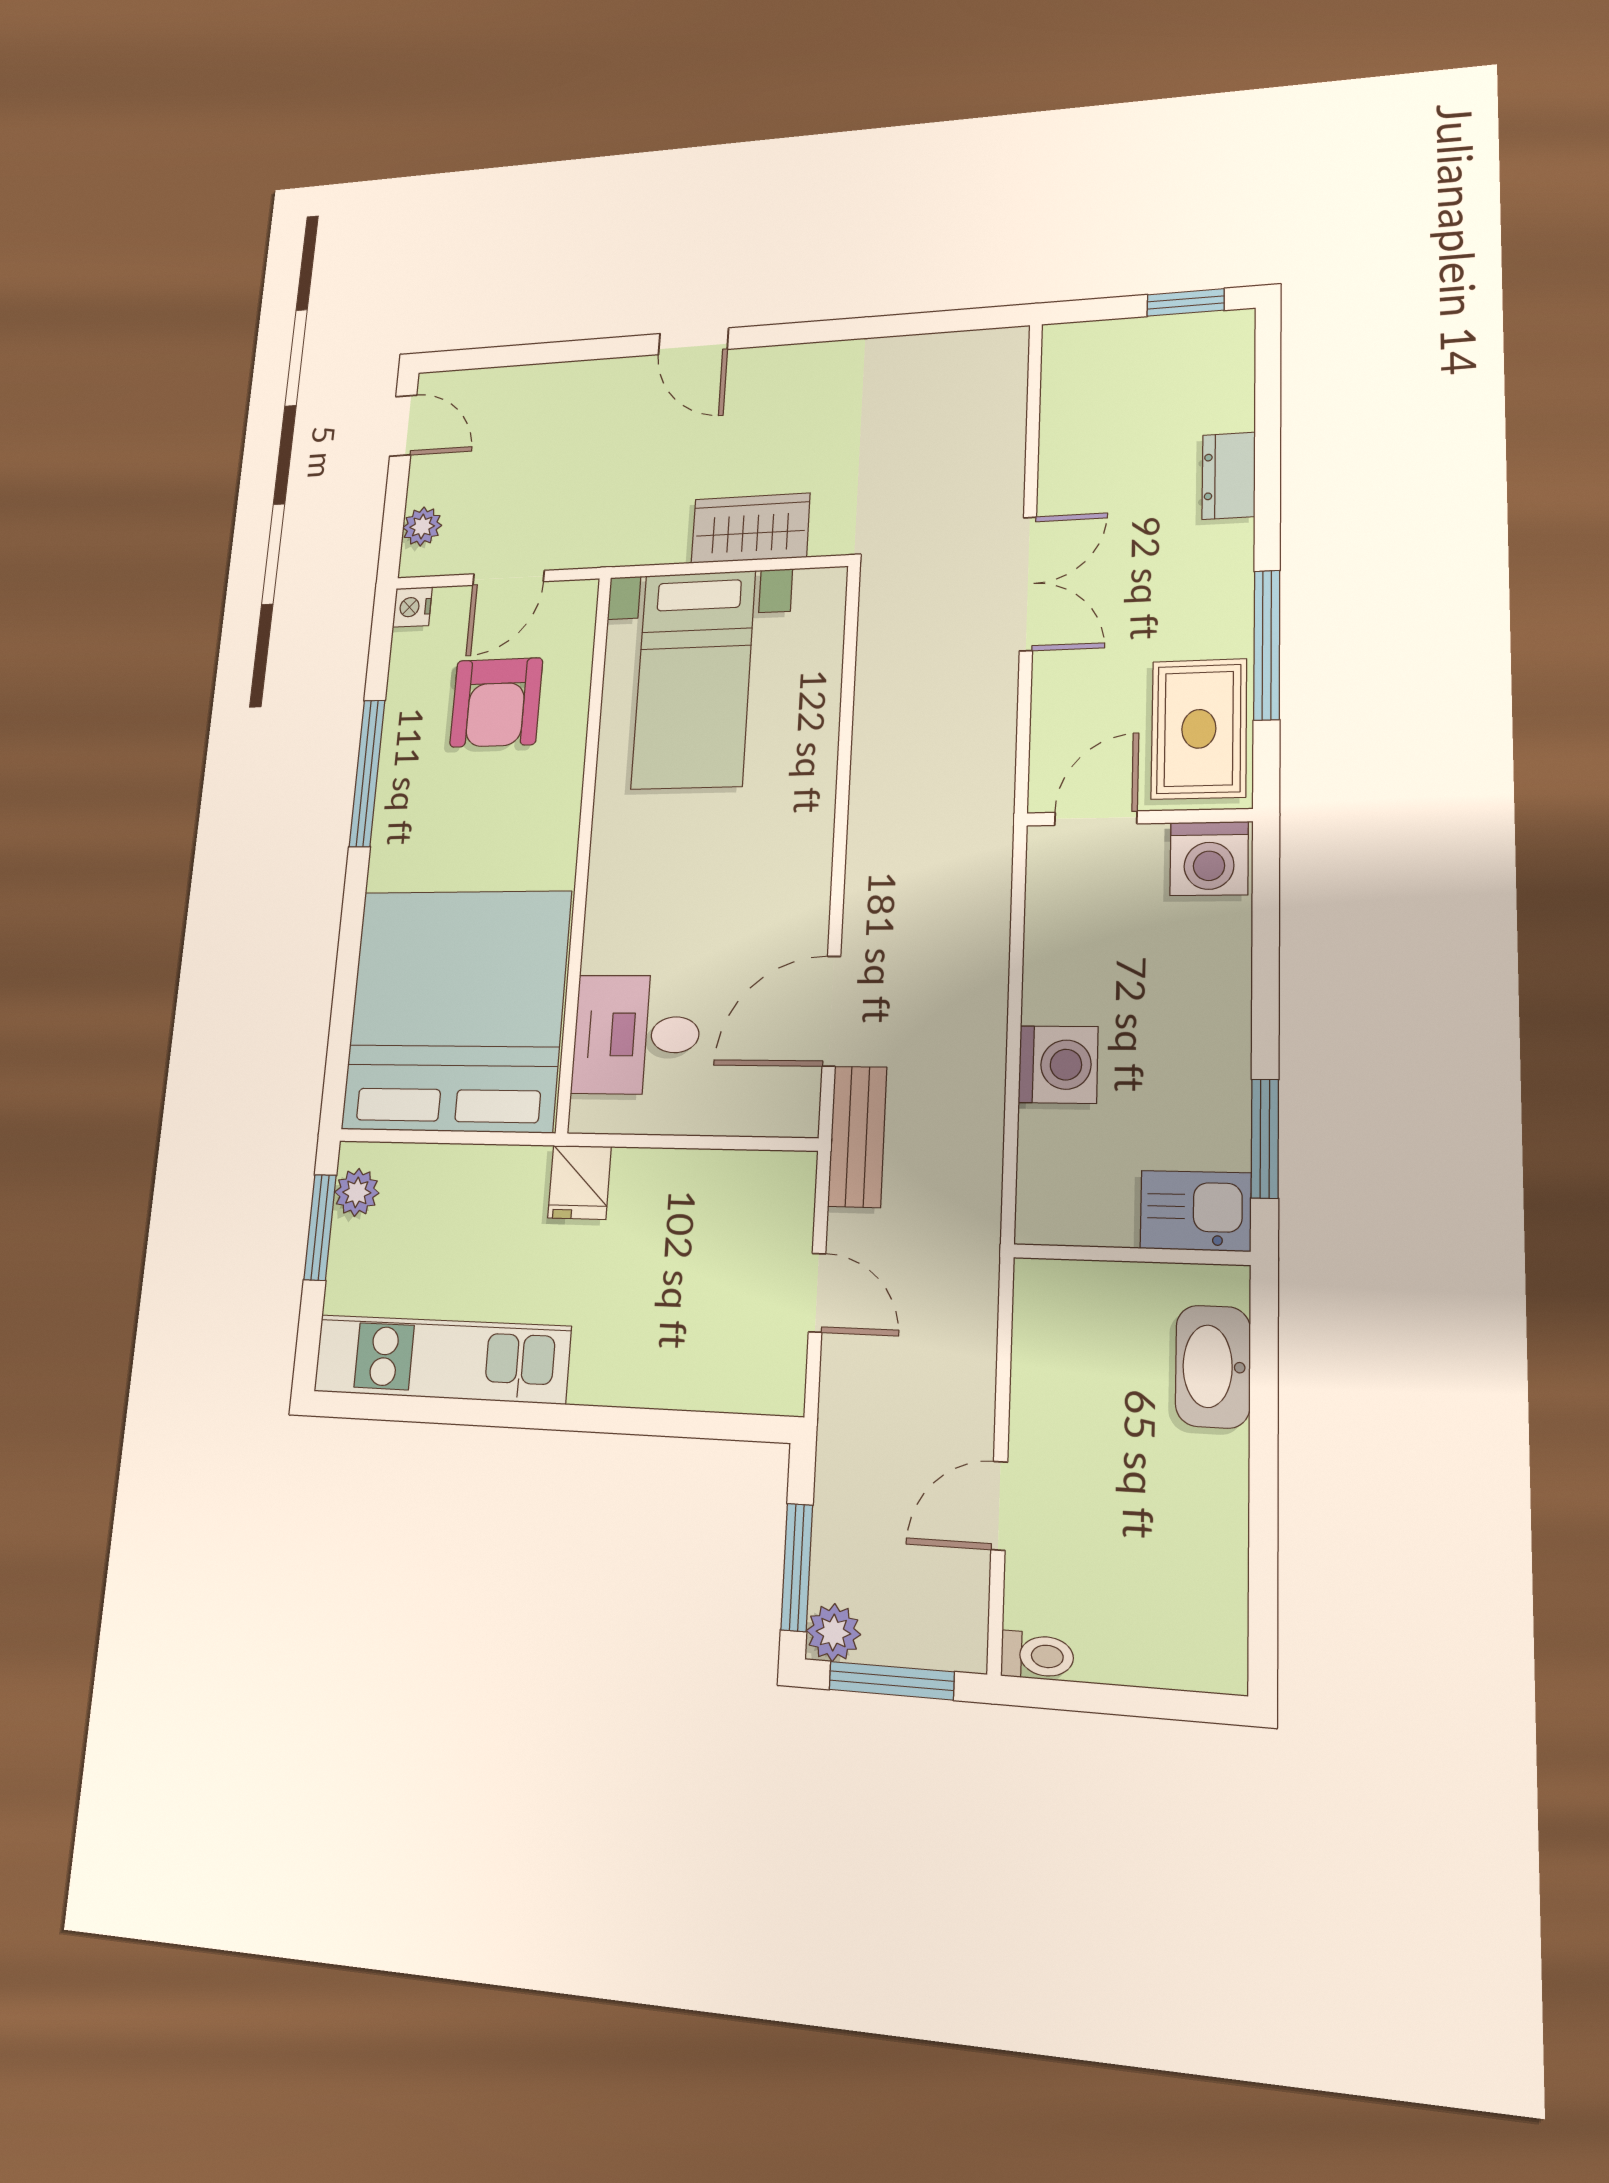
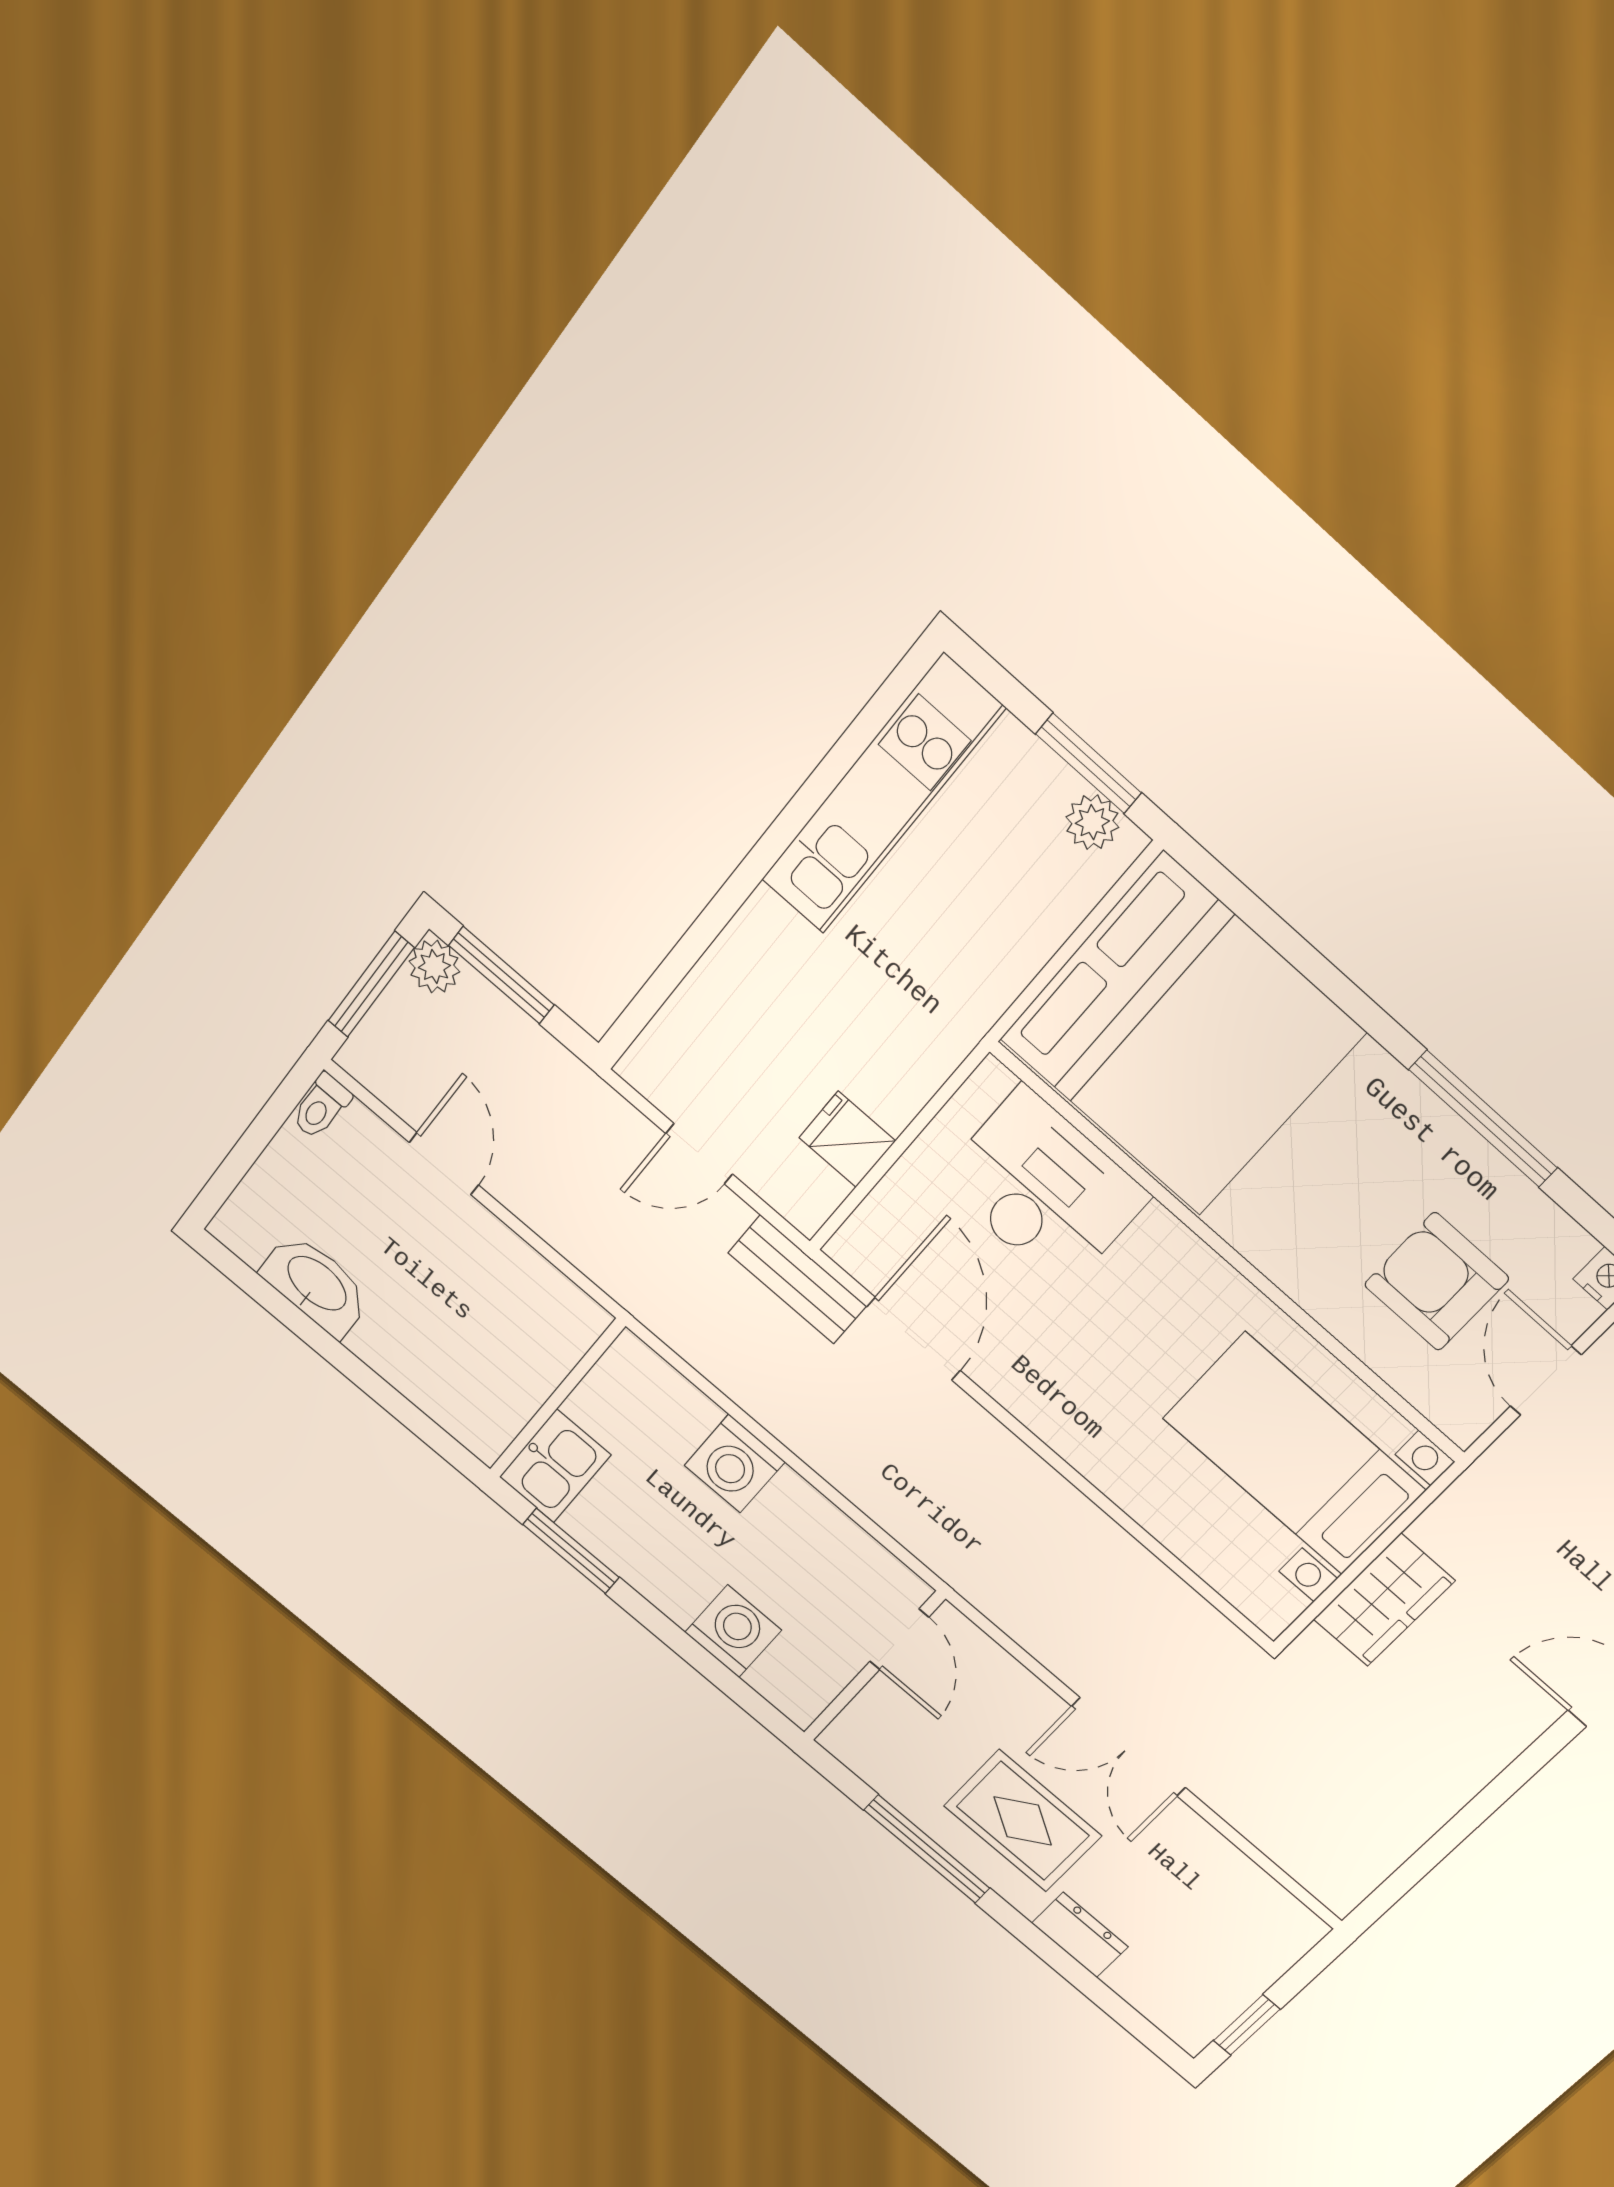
rug: (1199, 729) -> (1023, 1821), moved
washing machine: (1209, 858) -> (733, 1631), moved, turned 90
desk: (636, 1035) -> (1044, 1189), width x1.37
fridge: (580, 1182) -> (847, 1139), moved
washbasin: (1213, 1366) -> (316, 1285), moved

